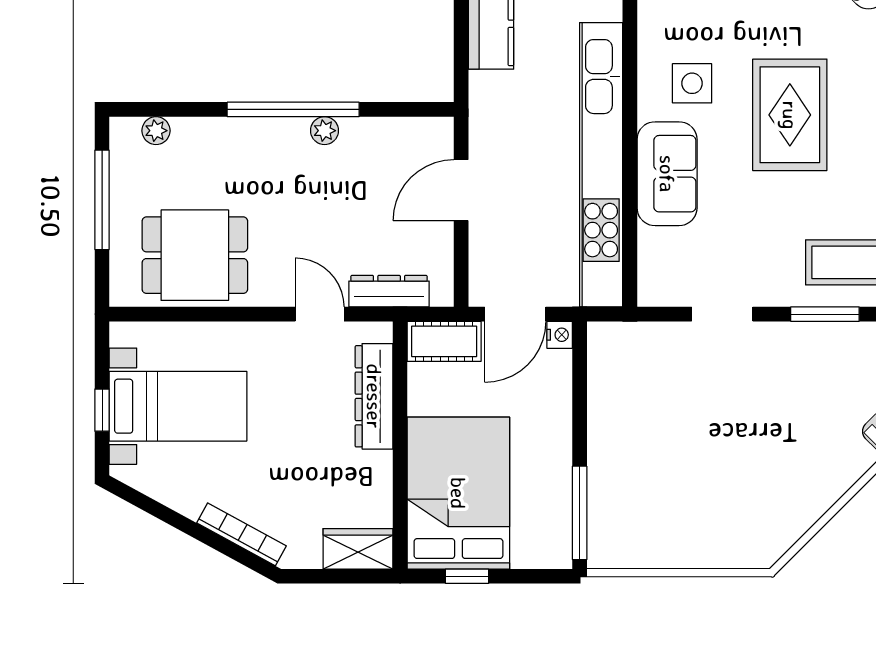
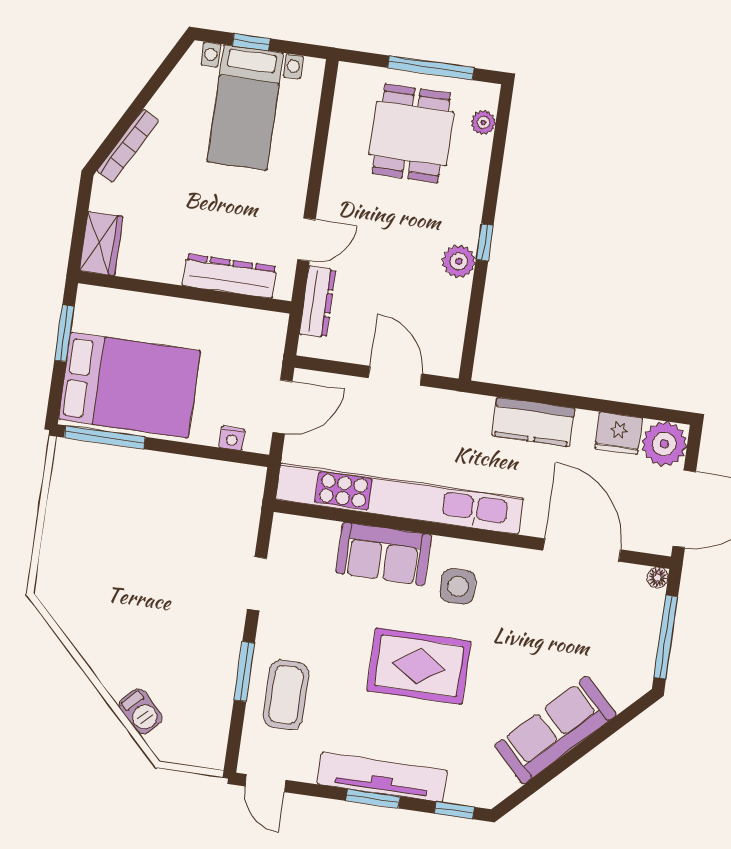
window: (293, 109) -> (485, 242), width x0.32
plant: (325, 131) -> (459, 261), width x1.38, depth x1.38
dining table: (195, 255) -> (411, 133), moved
door: (515, 314) -> (282, 407), swing flipped
nightstand: (560, 335) -> (232, 438), moved
cot: (444, 341) -> (268, 343), removed
bed: (458, 493) -> (129, 385), moved
window: (467, 576) -> (64, 333), width x1.50

